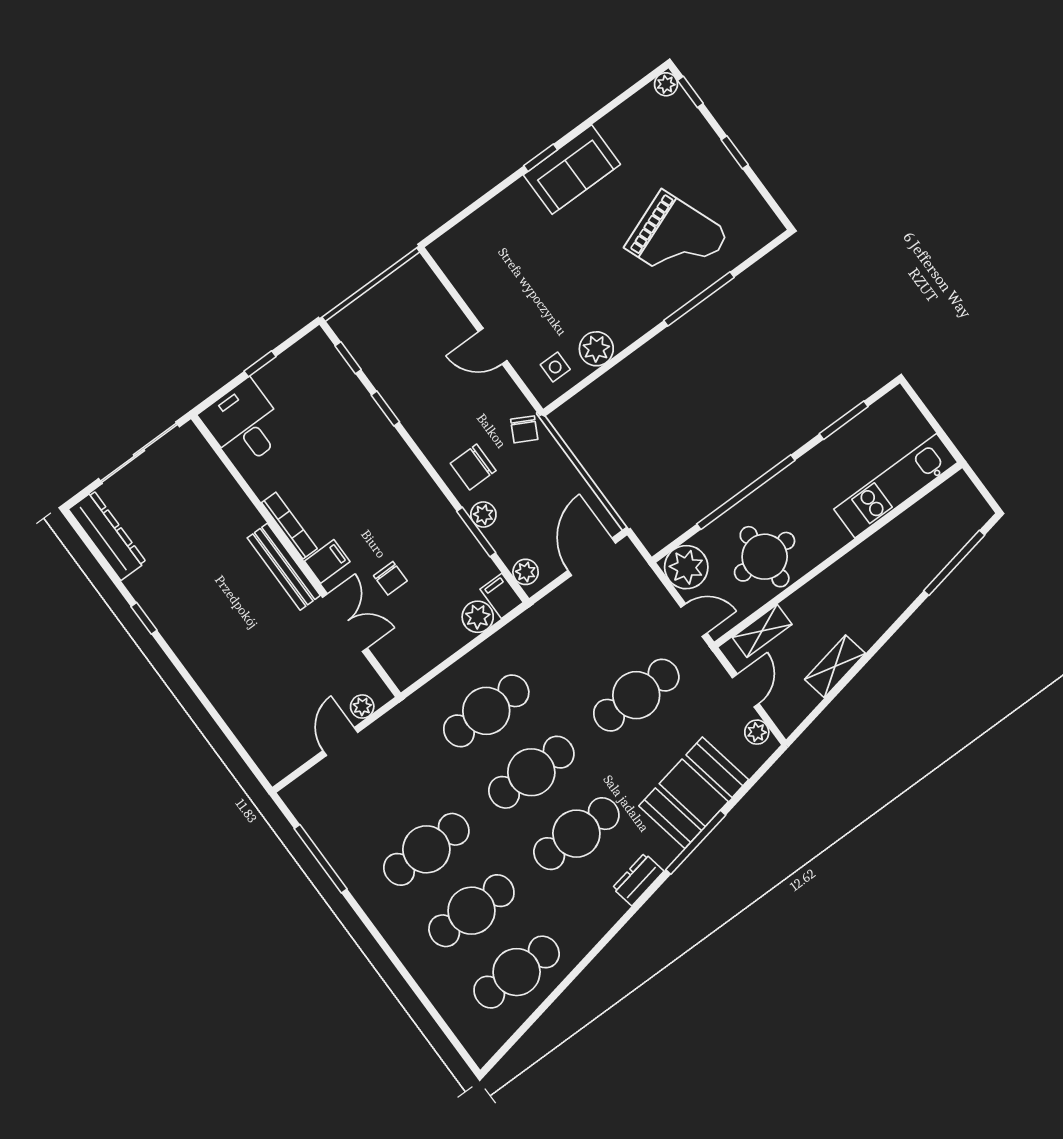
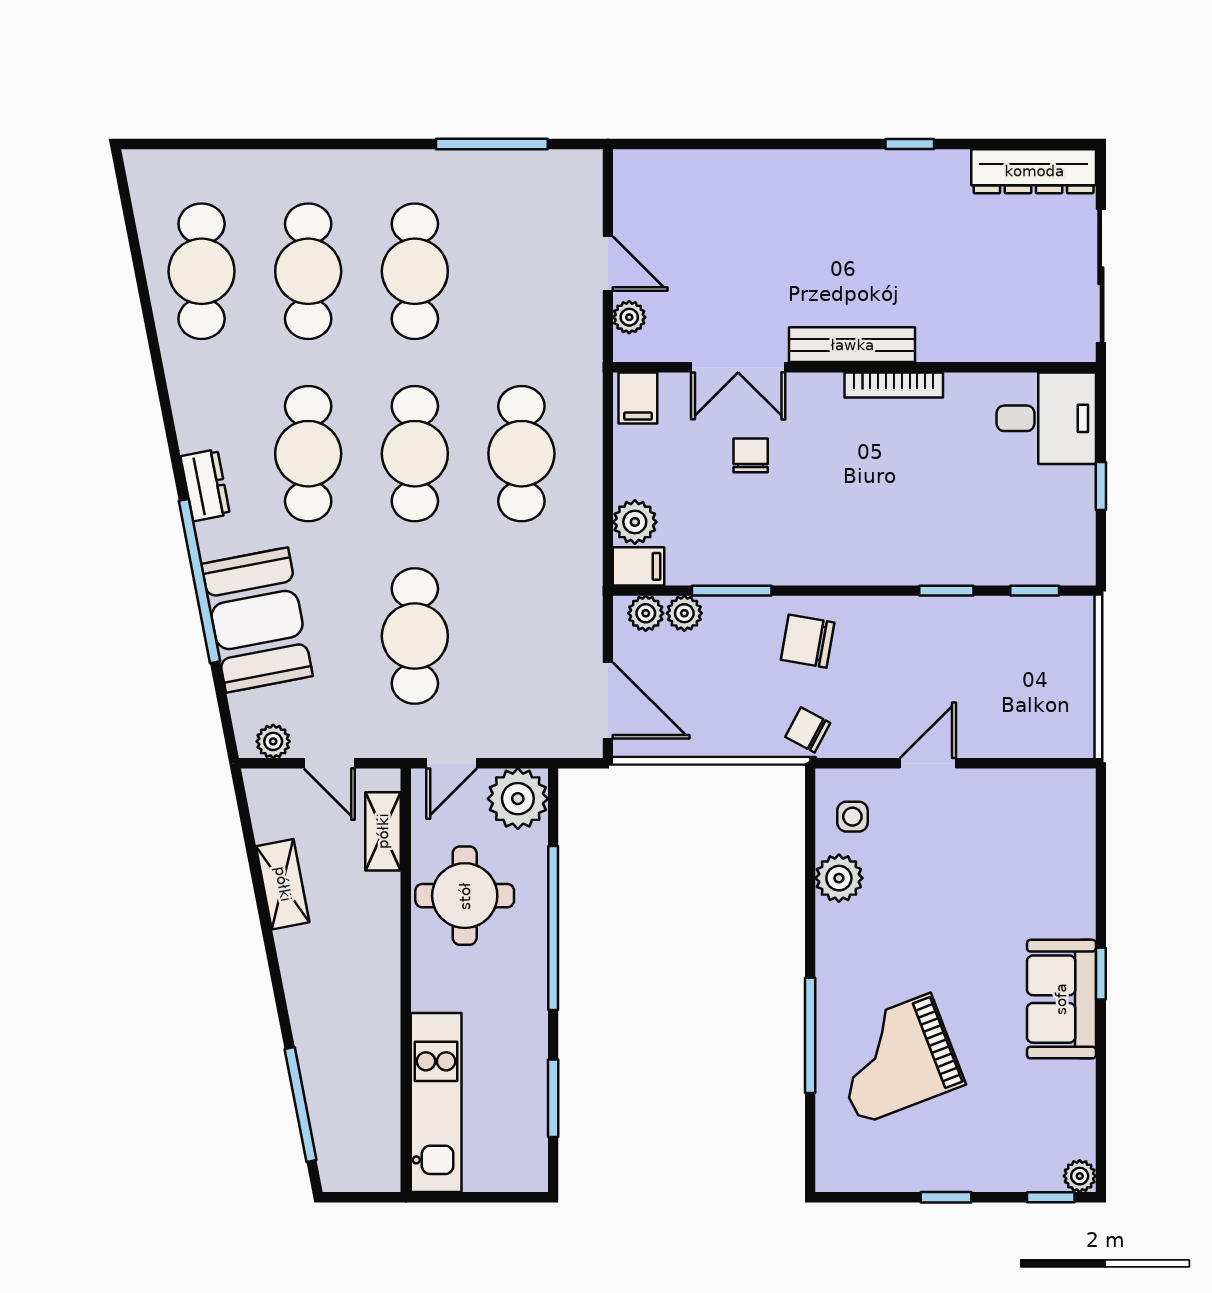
chair: (473, 467) -> (808, 641), turned -80
plant: (483, 515) -> (684, 613), moved
filing cabinet: (327, 561) -> (638, 398), moved
chair: (390, 578) -> (751, 455), turned 90
window: (696, 842) -> (199, 581), width x1.46

